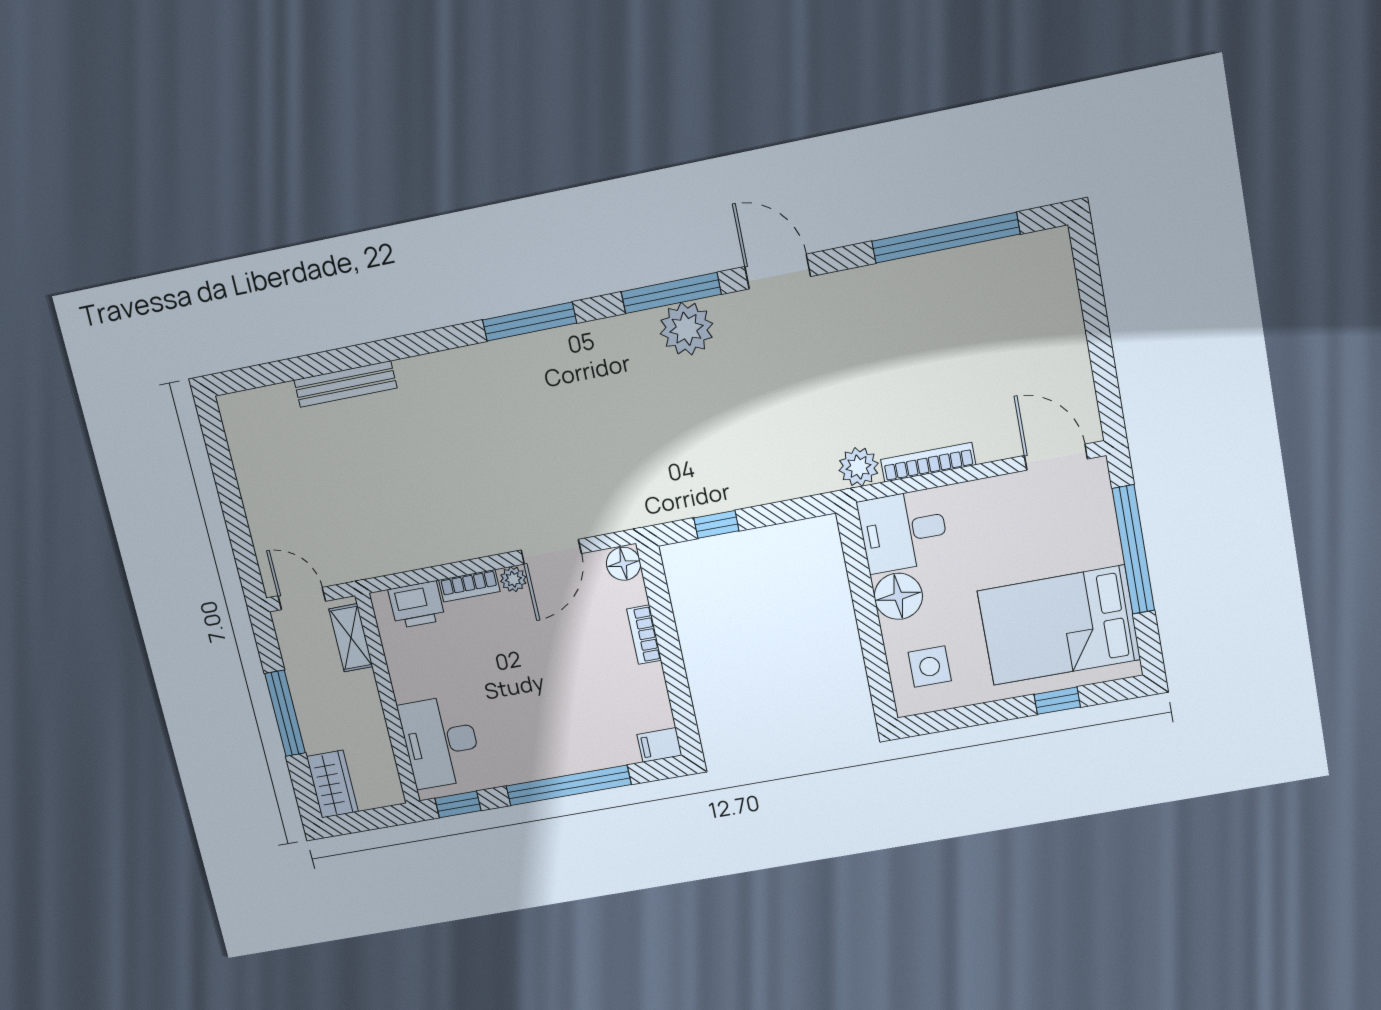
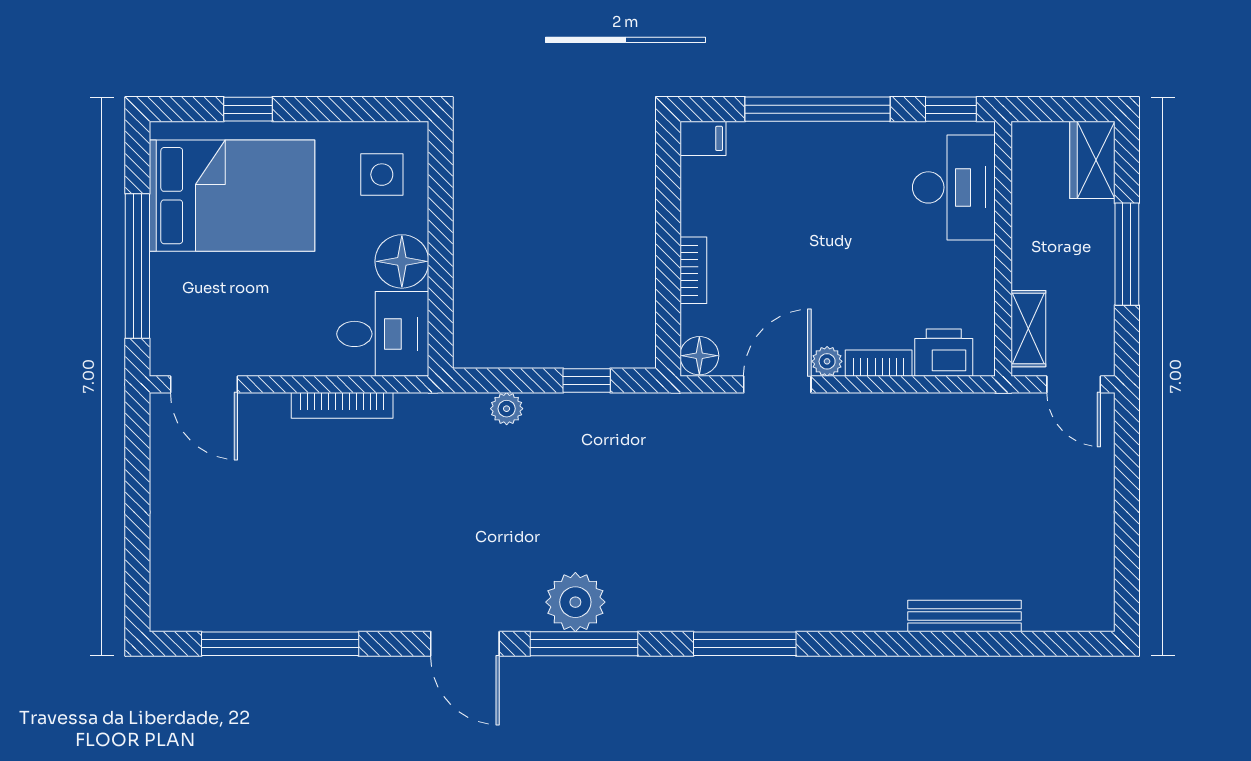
plant: (859, 467) -> (507, 409), moved, width x0.73, depth x0.73

